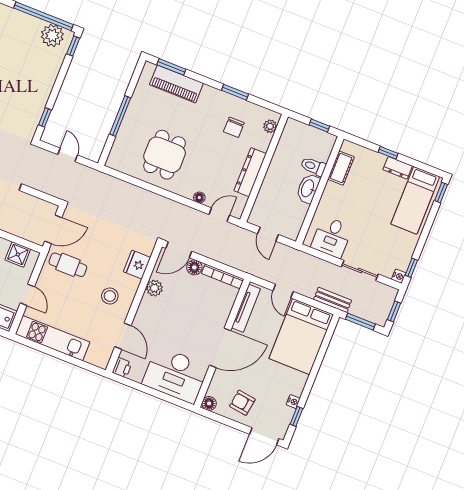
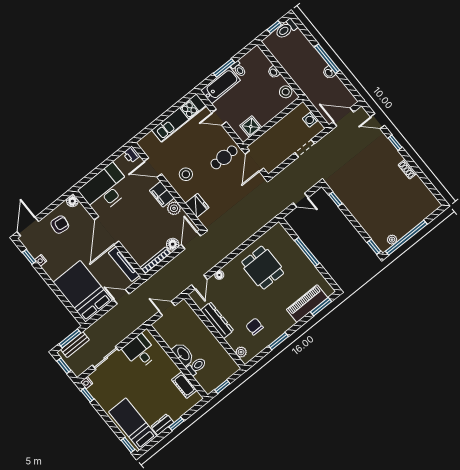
plant: (52, 36) -> (392, 240), width x0.53, depth x0.53
bench: (333, 300) -> (75, 345), moved
filing cabinet: (146, 310) -> (162, 194), added

